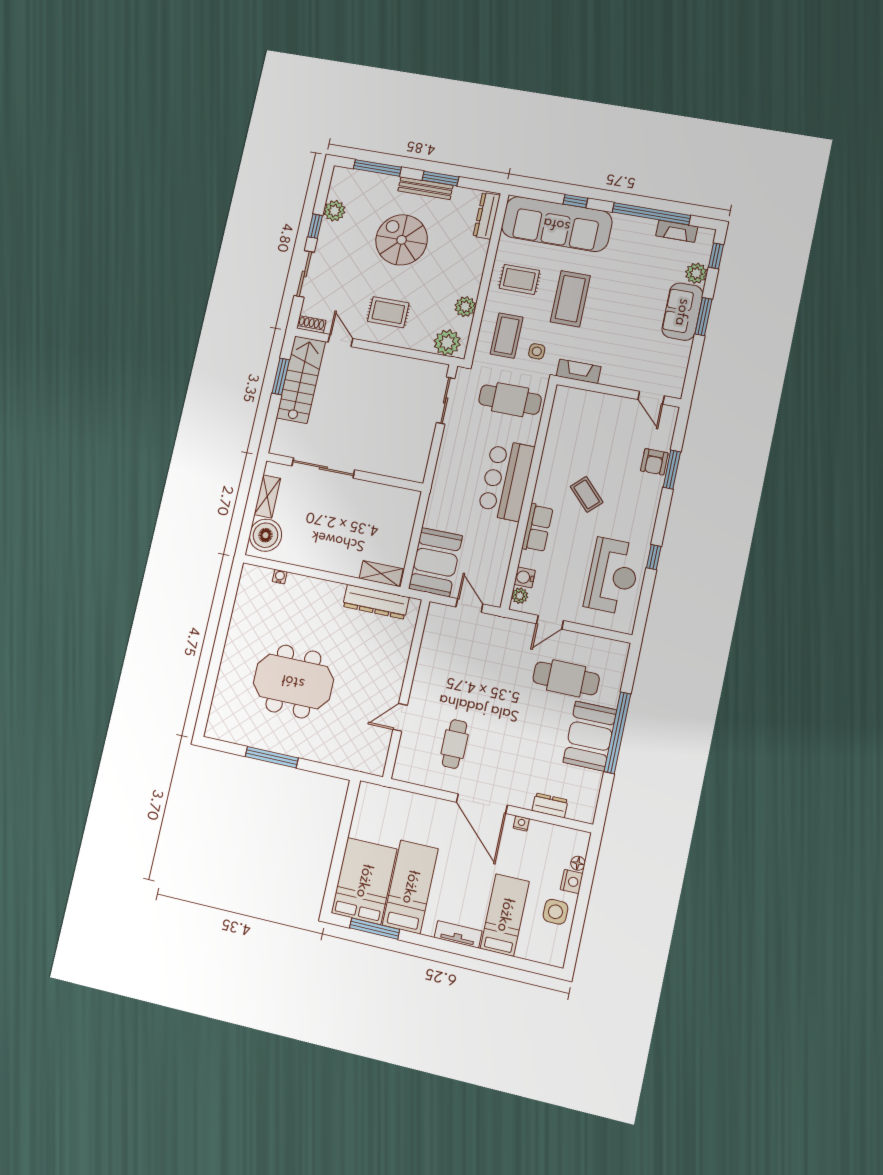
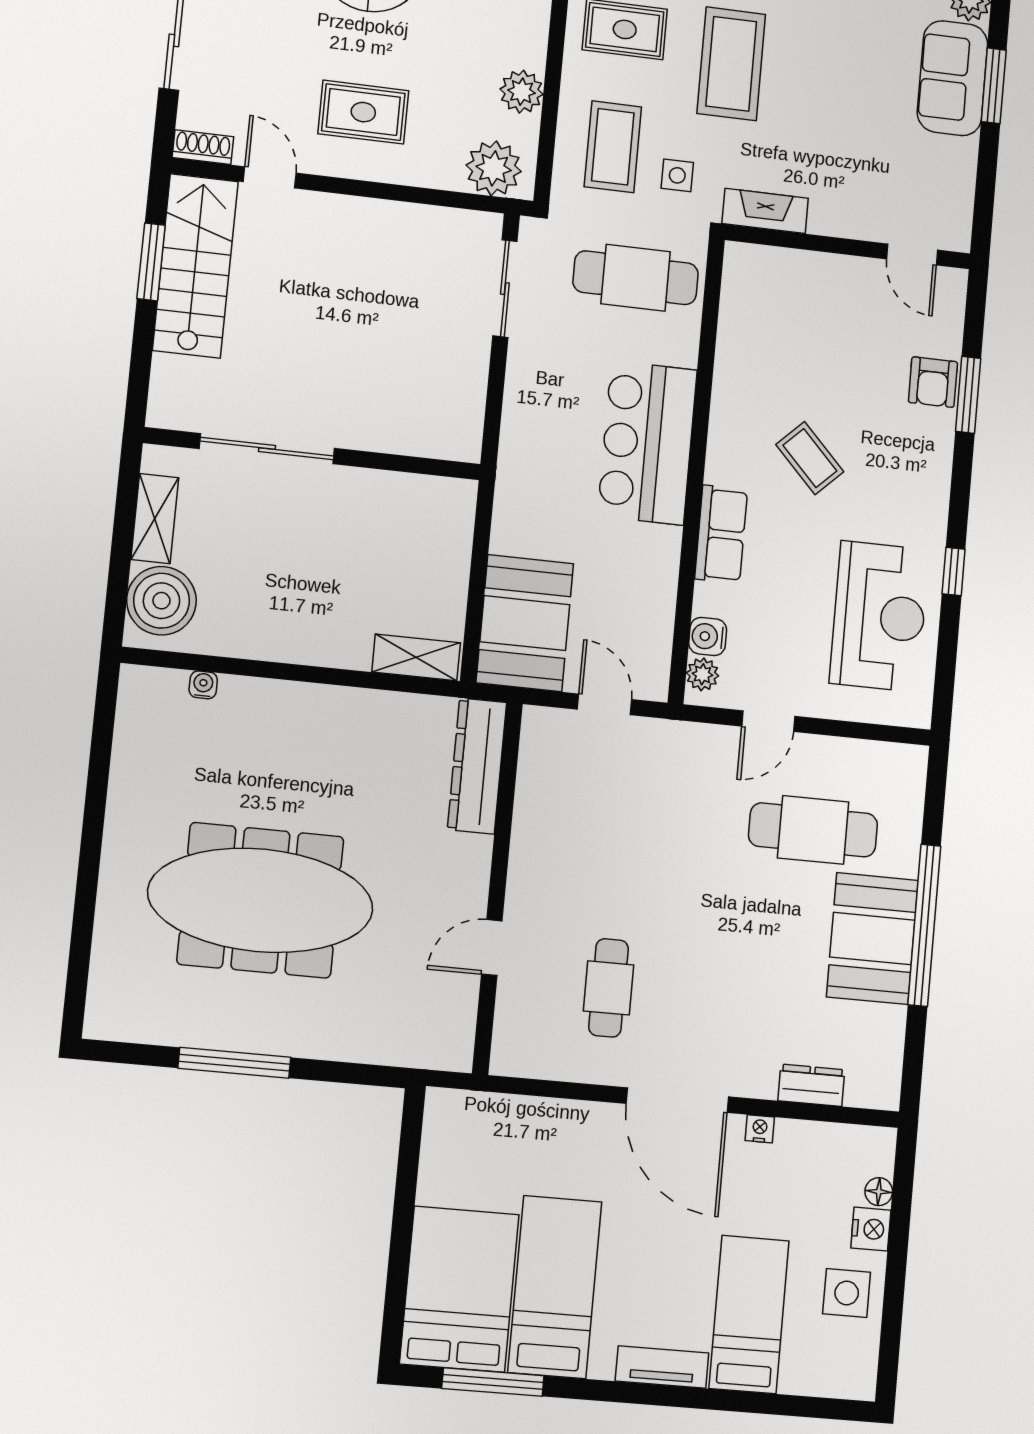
dresser: (376, 602) -> (477, 766), moved, turned 90
meeting table: (293, 681) -> (260, 900), width x1.36

